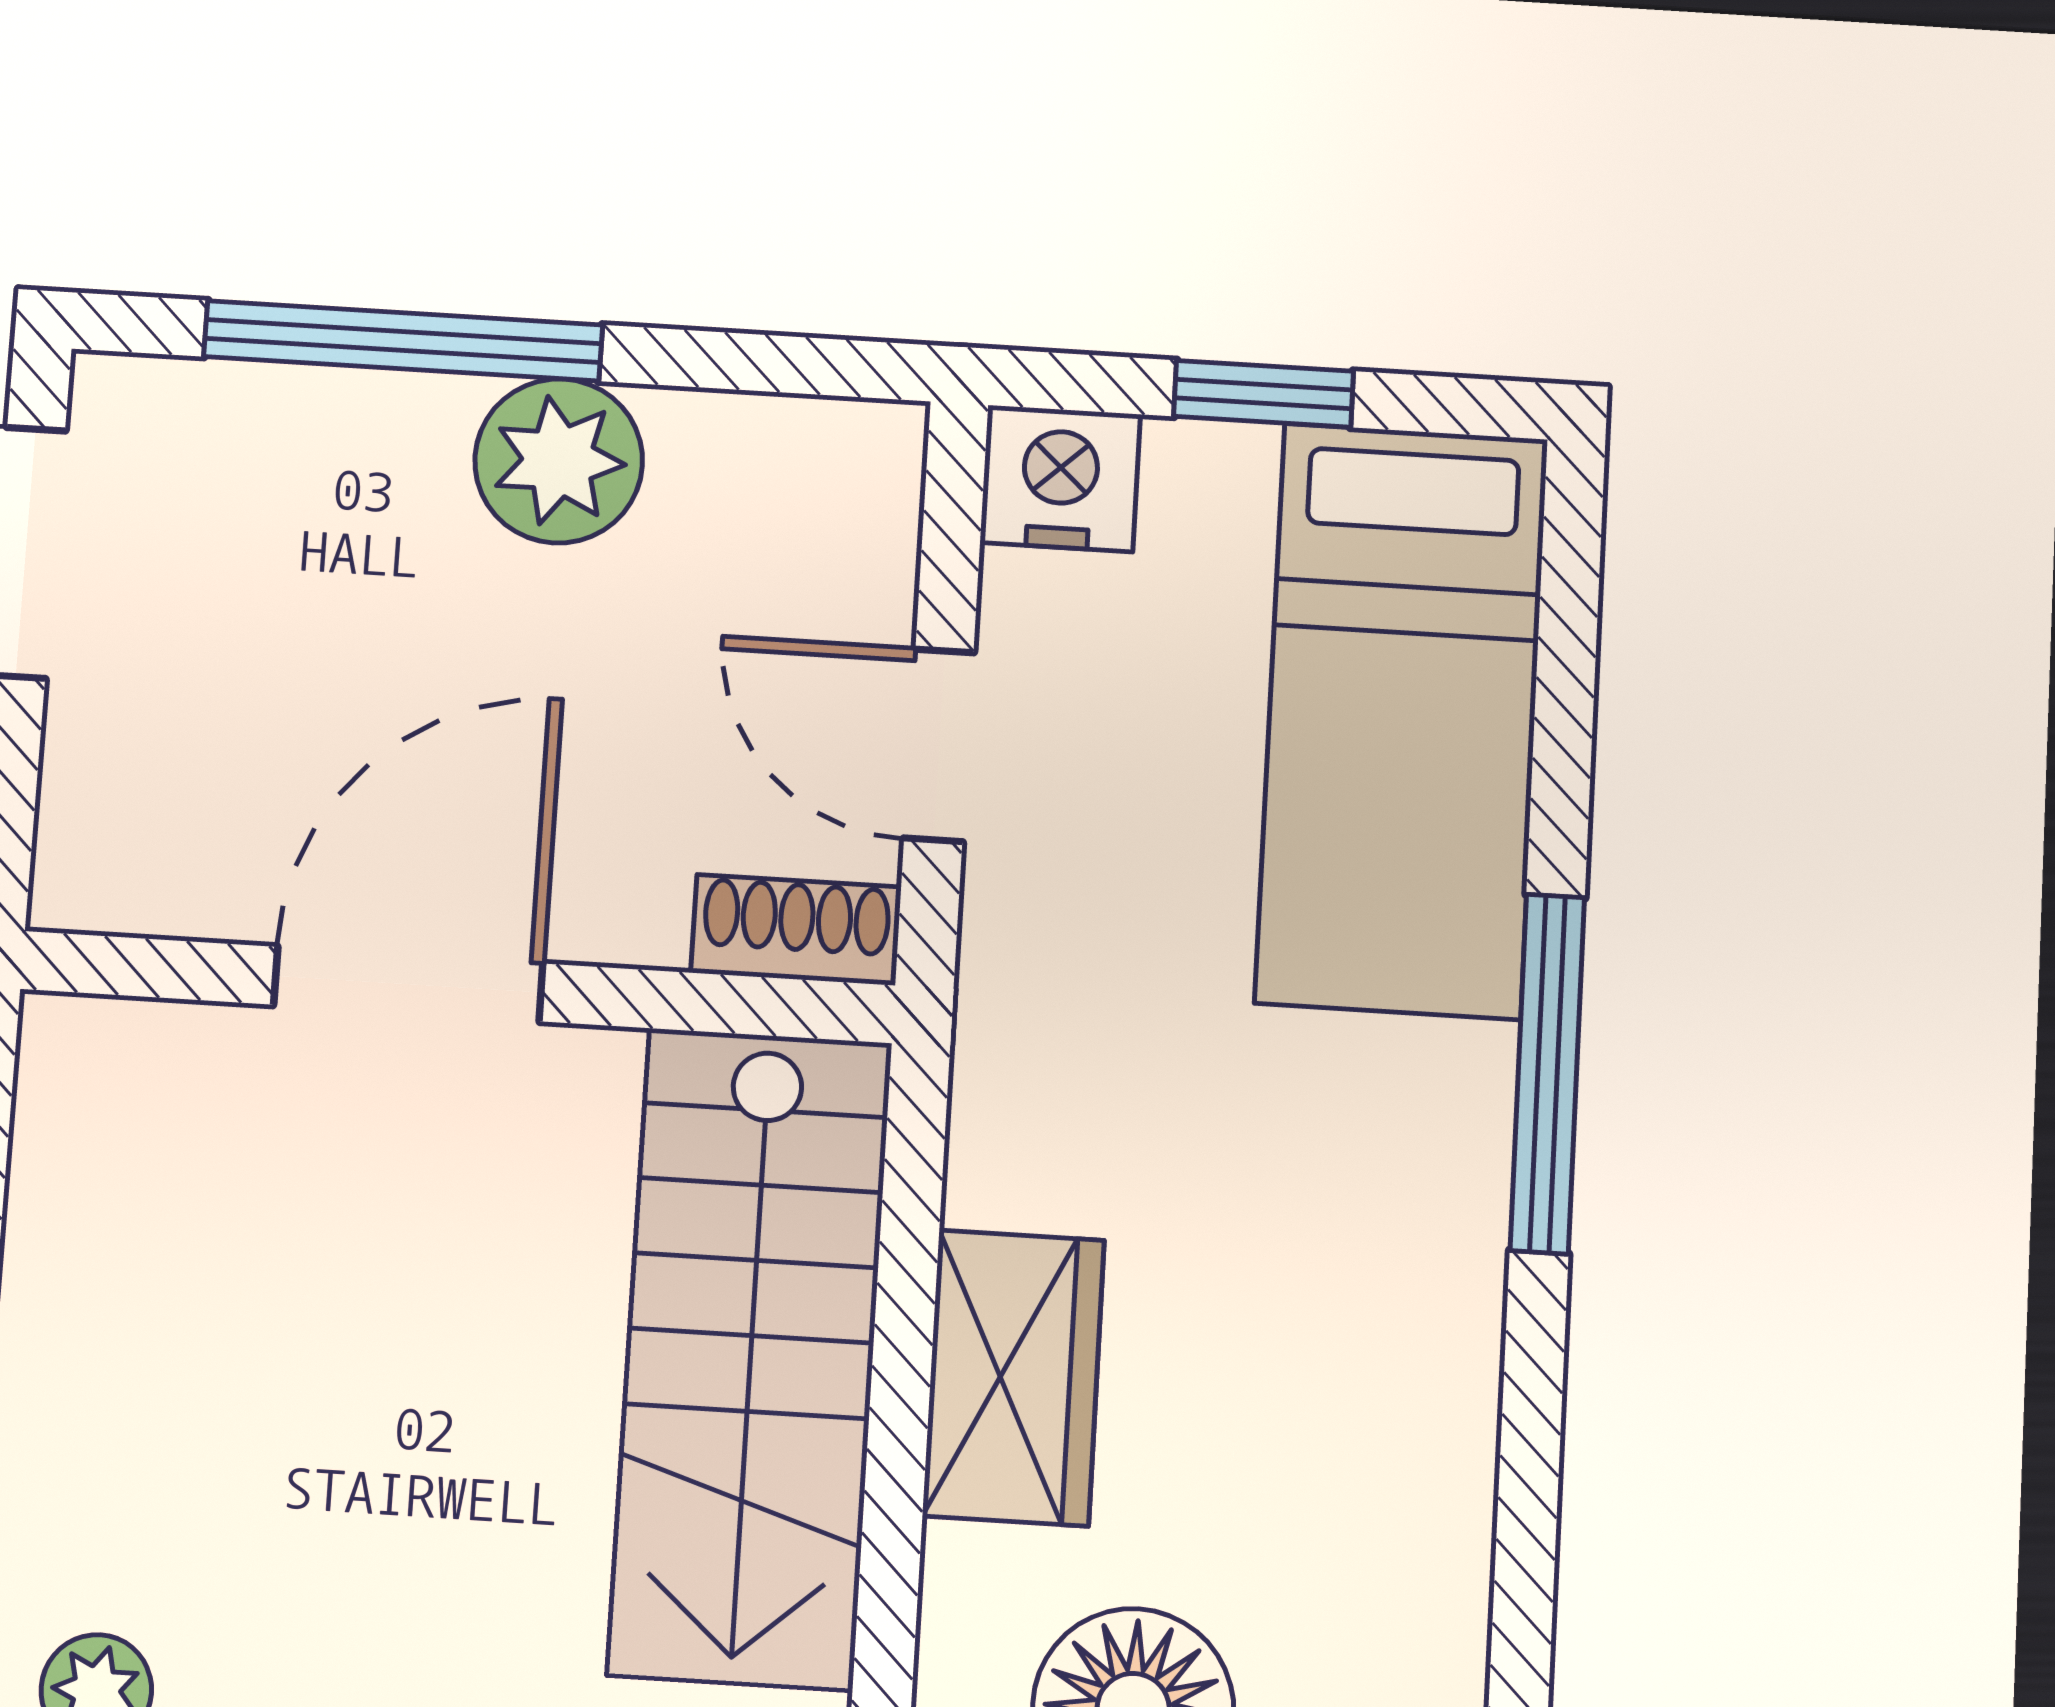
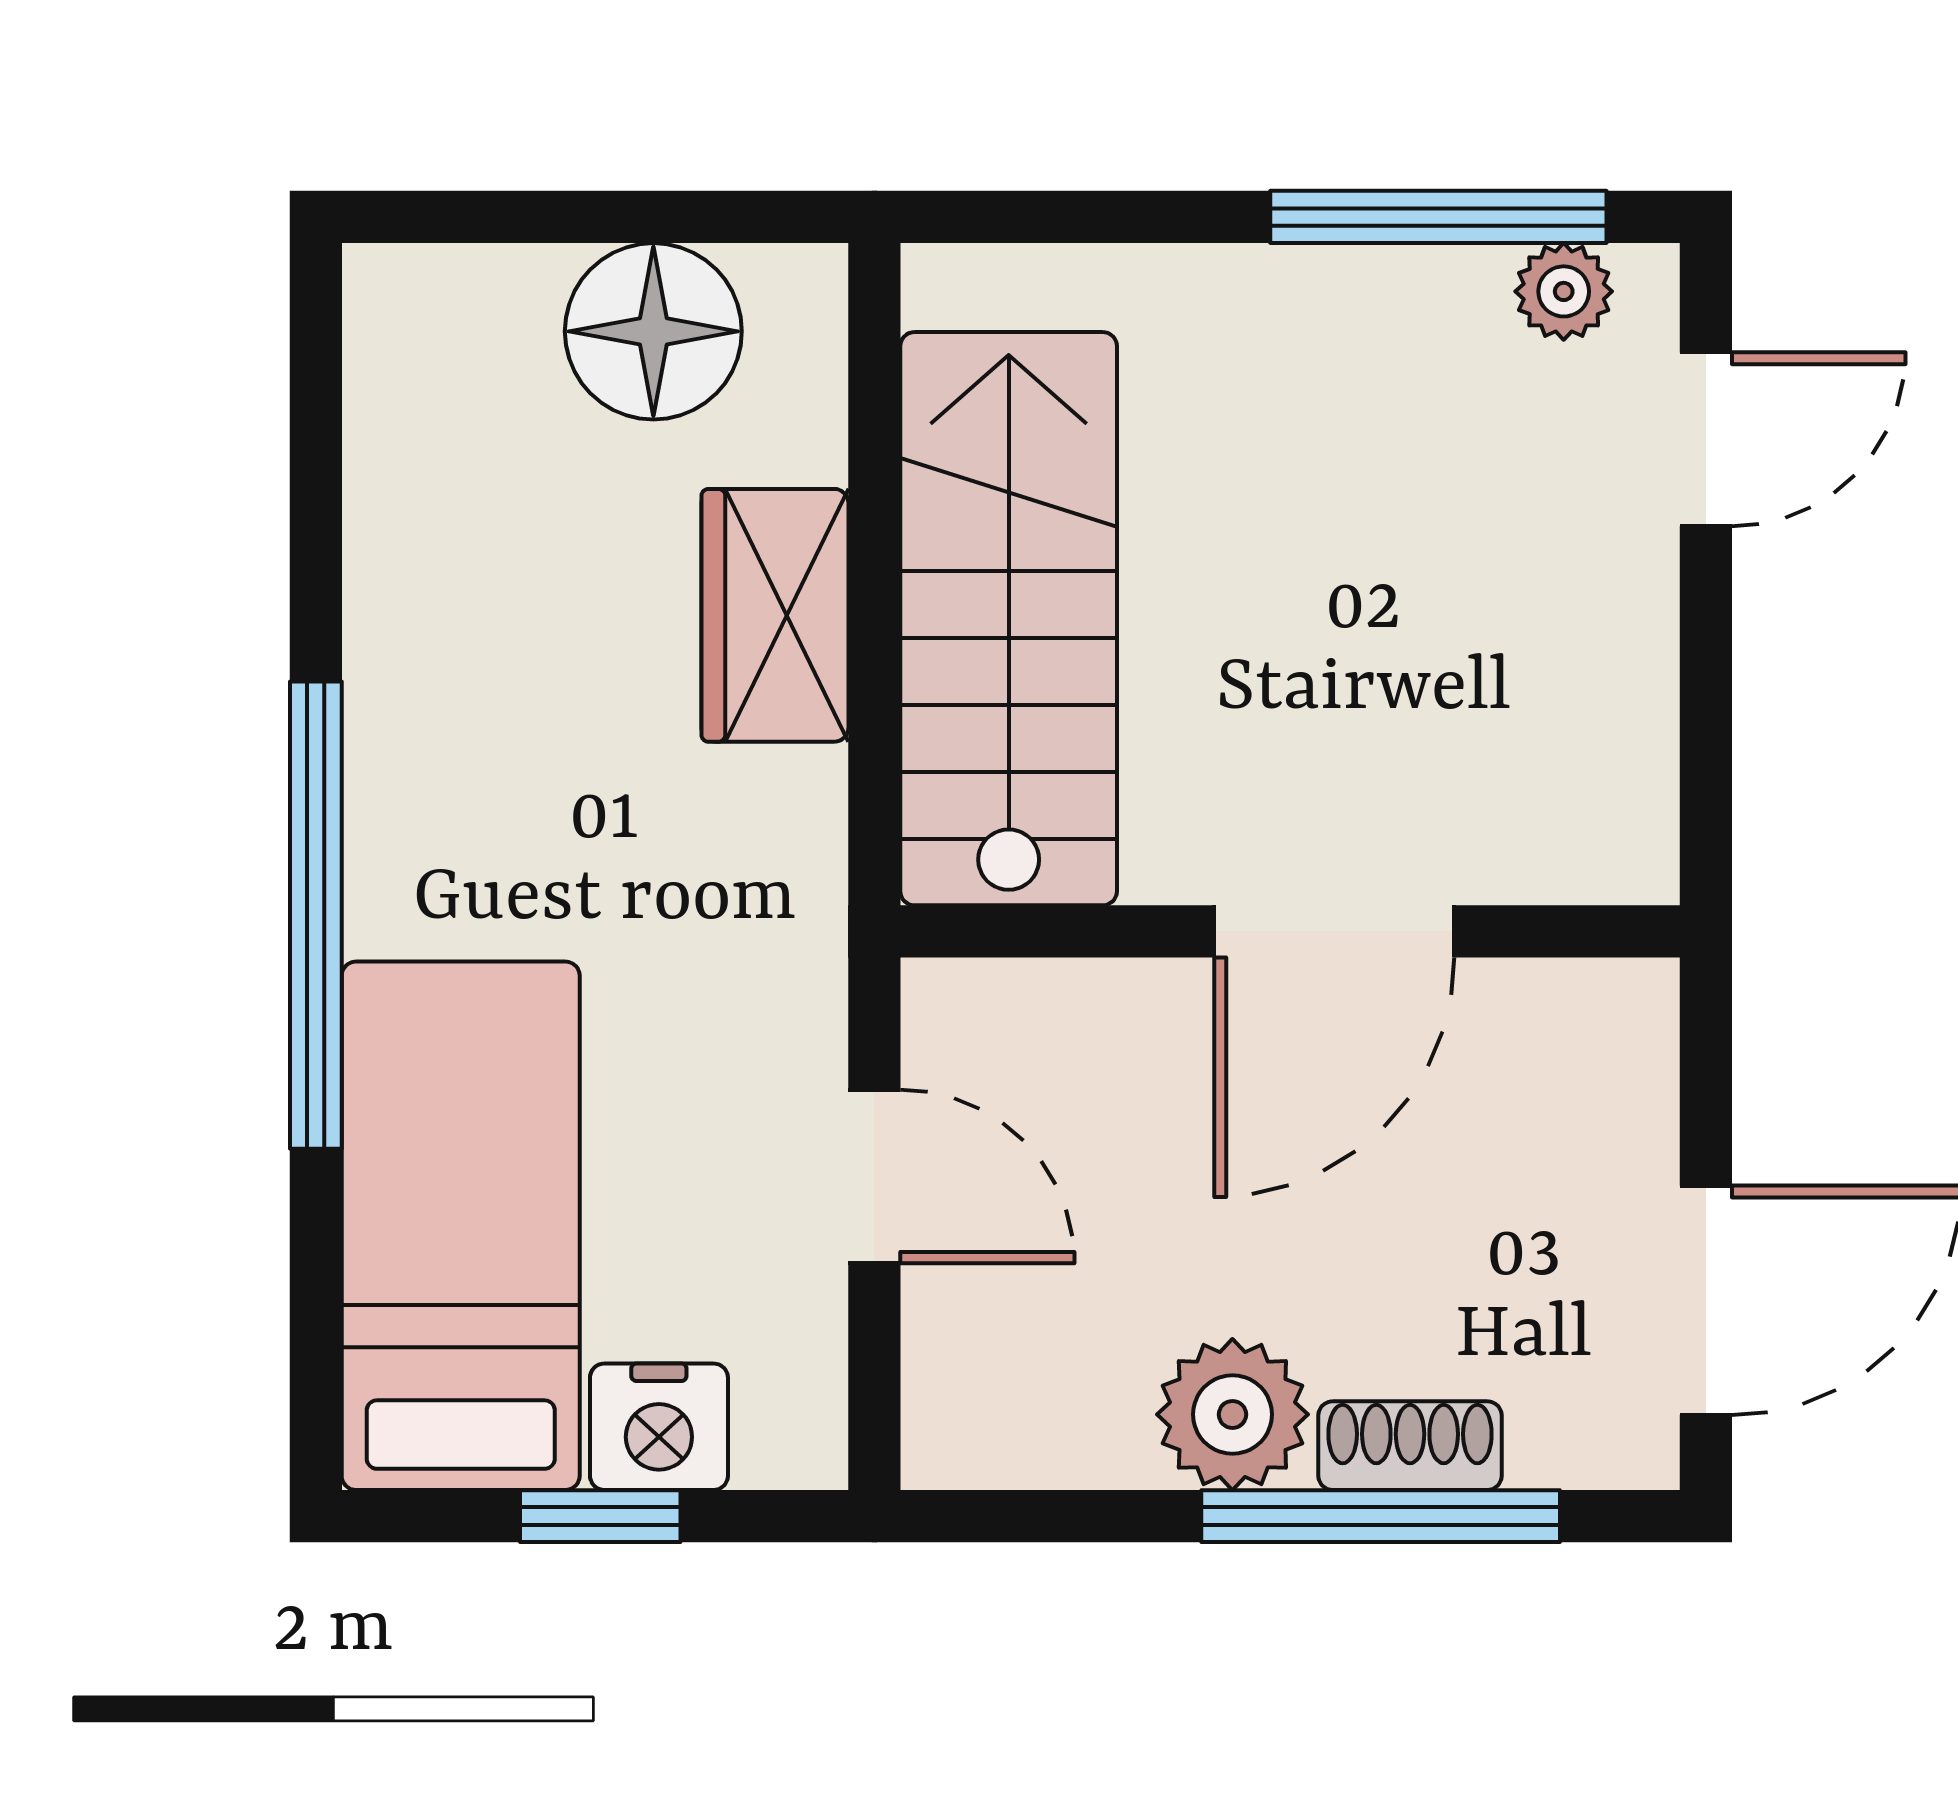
nightstand: (1060, 478) -> (659, 1427), moved
shoe rack: (796, 930) -> (1410, 1446), moved, turned 180
window: (1547, 1073) -> (316, 915), width x1.46

